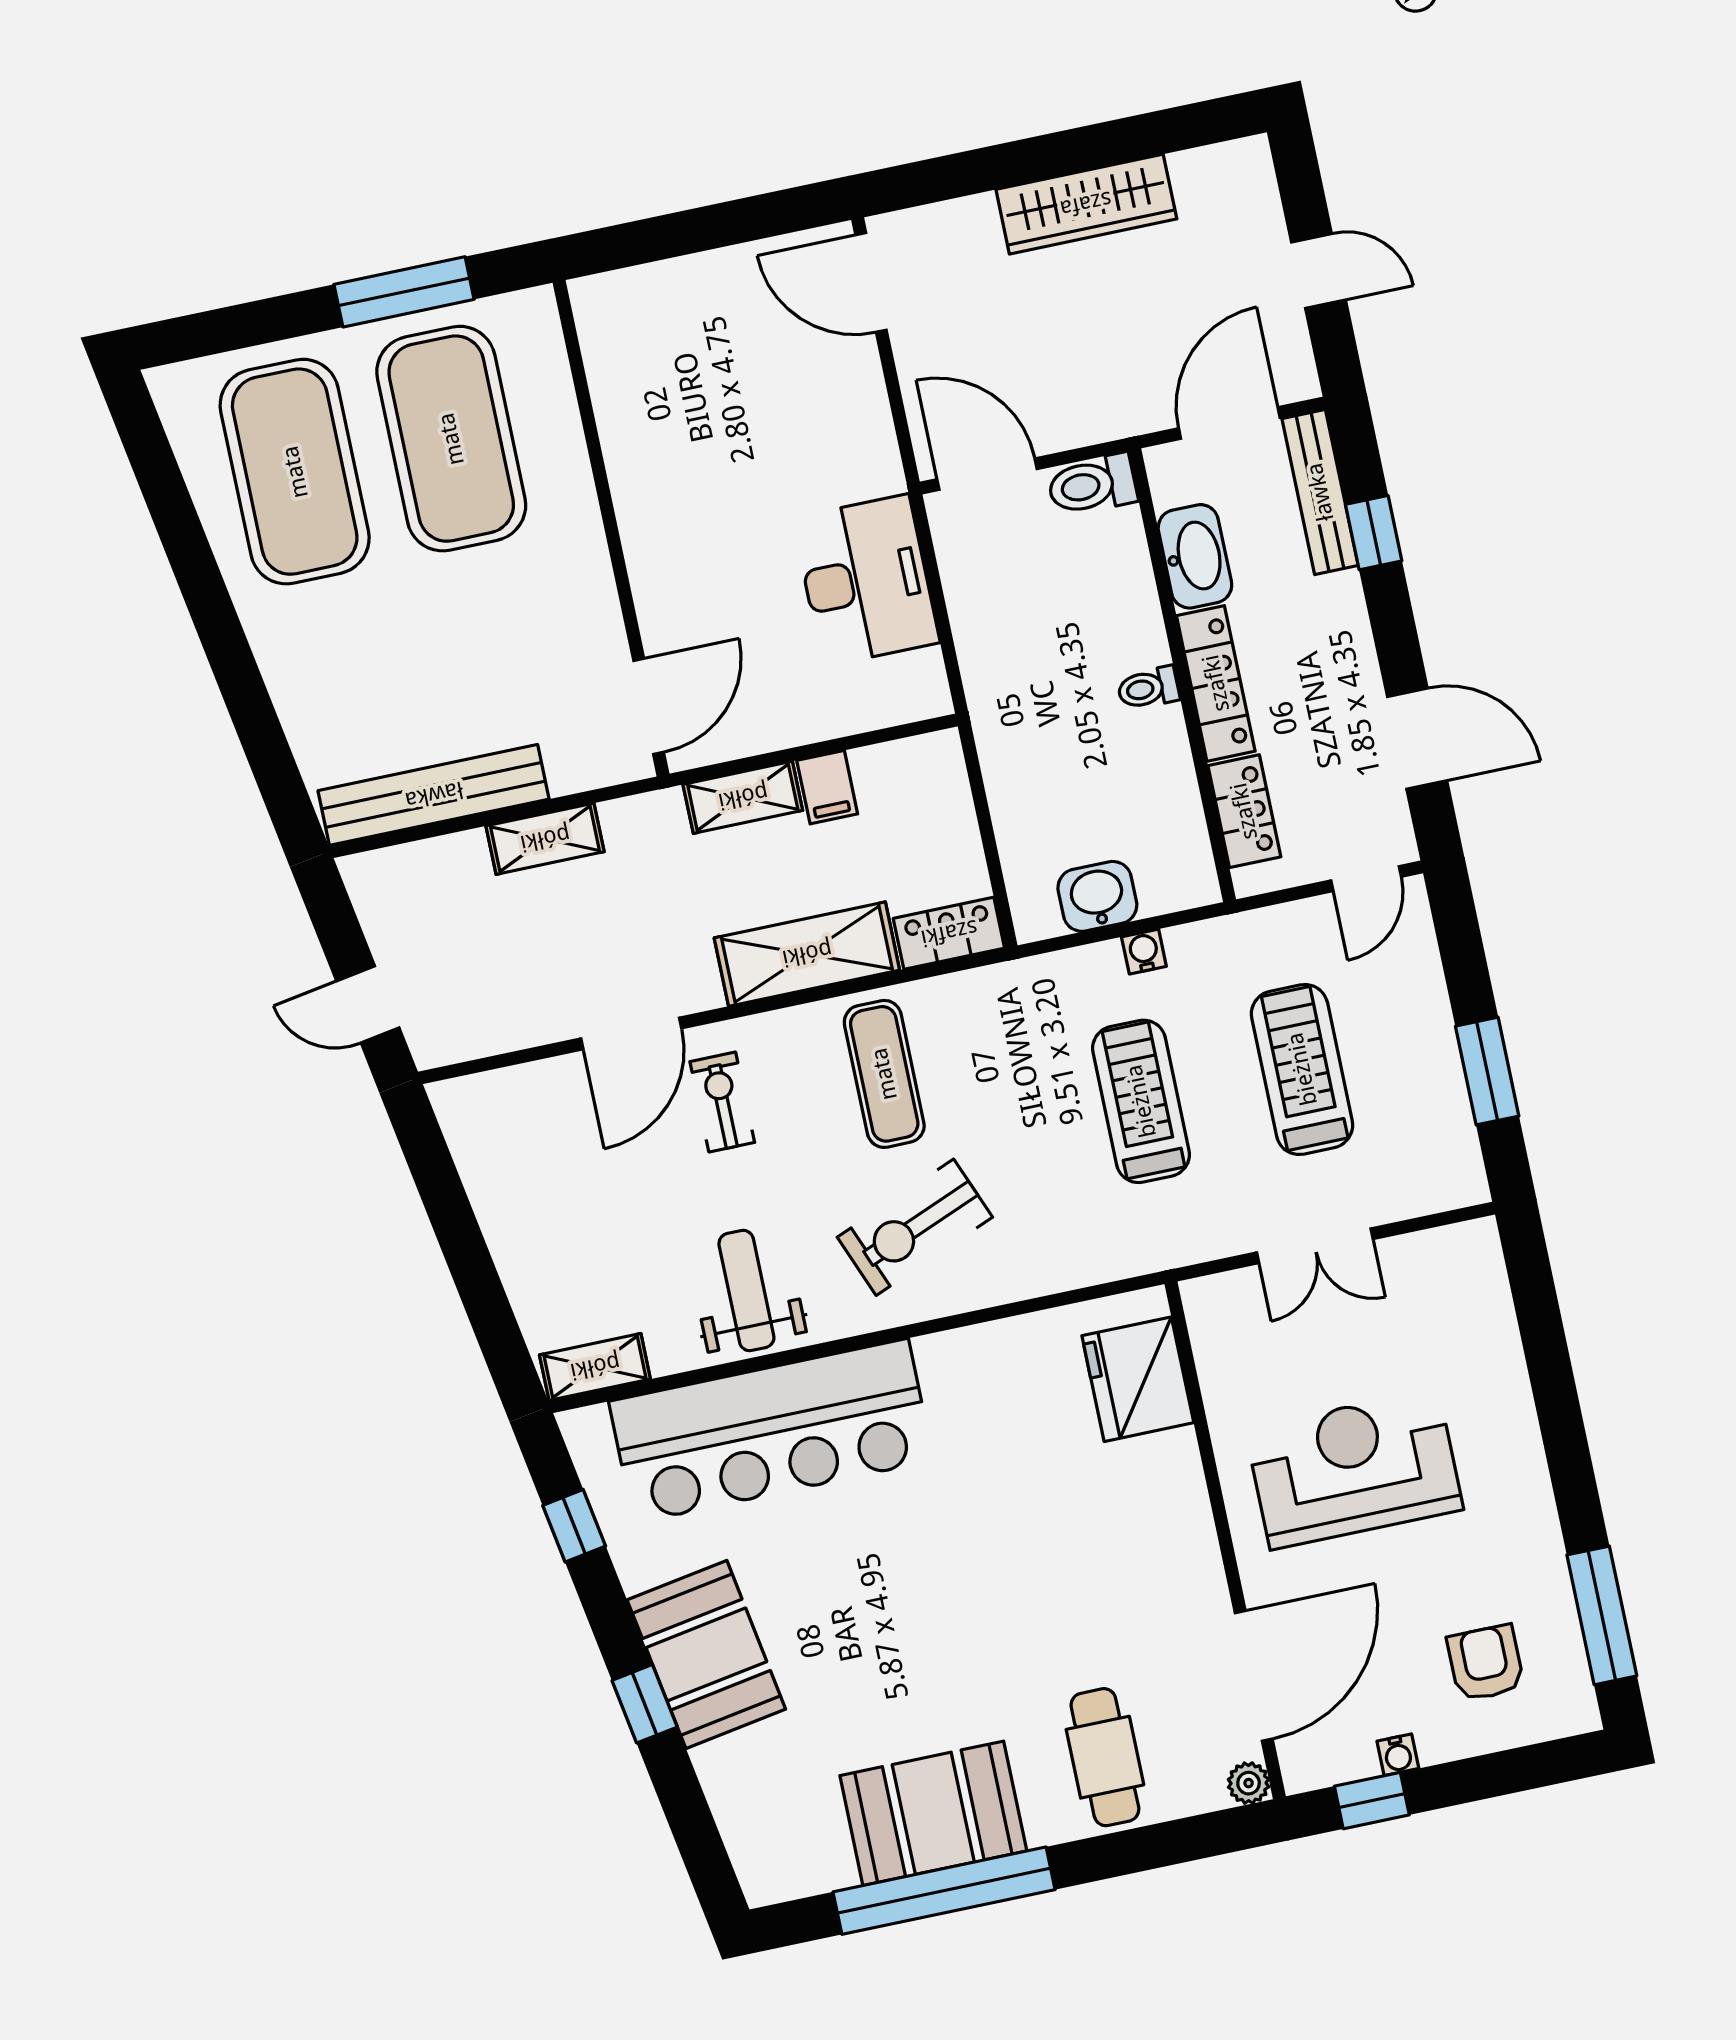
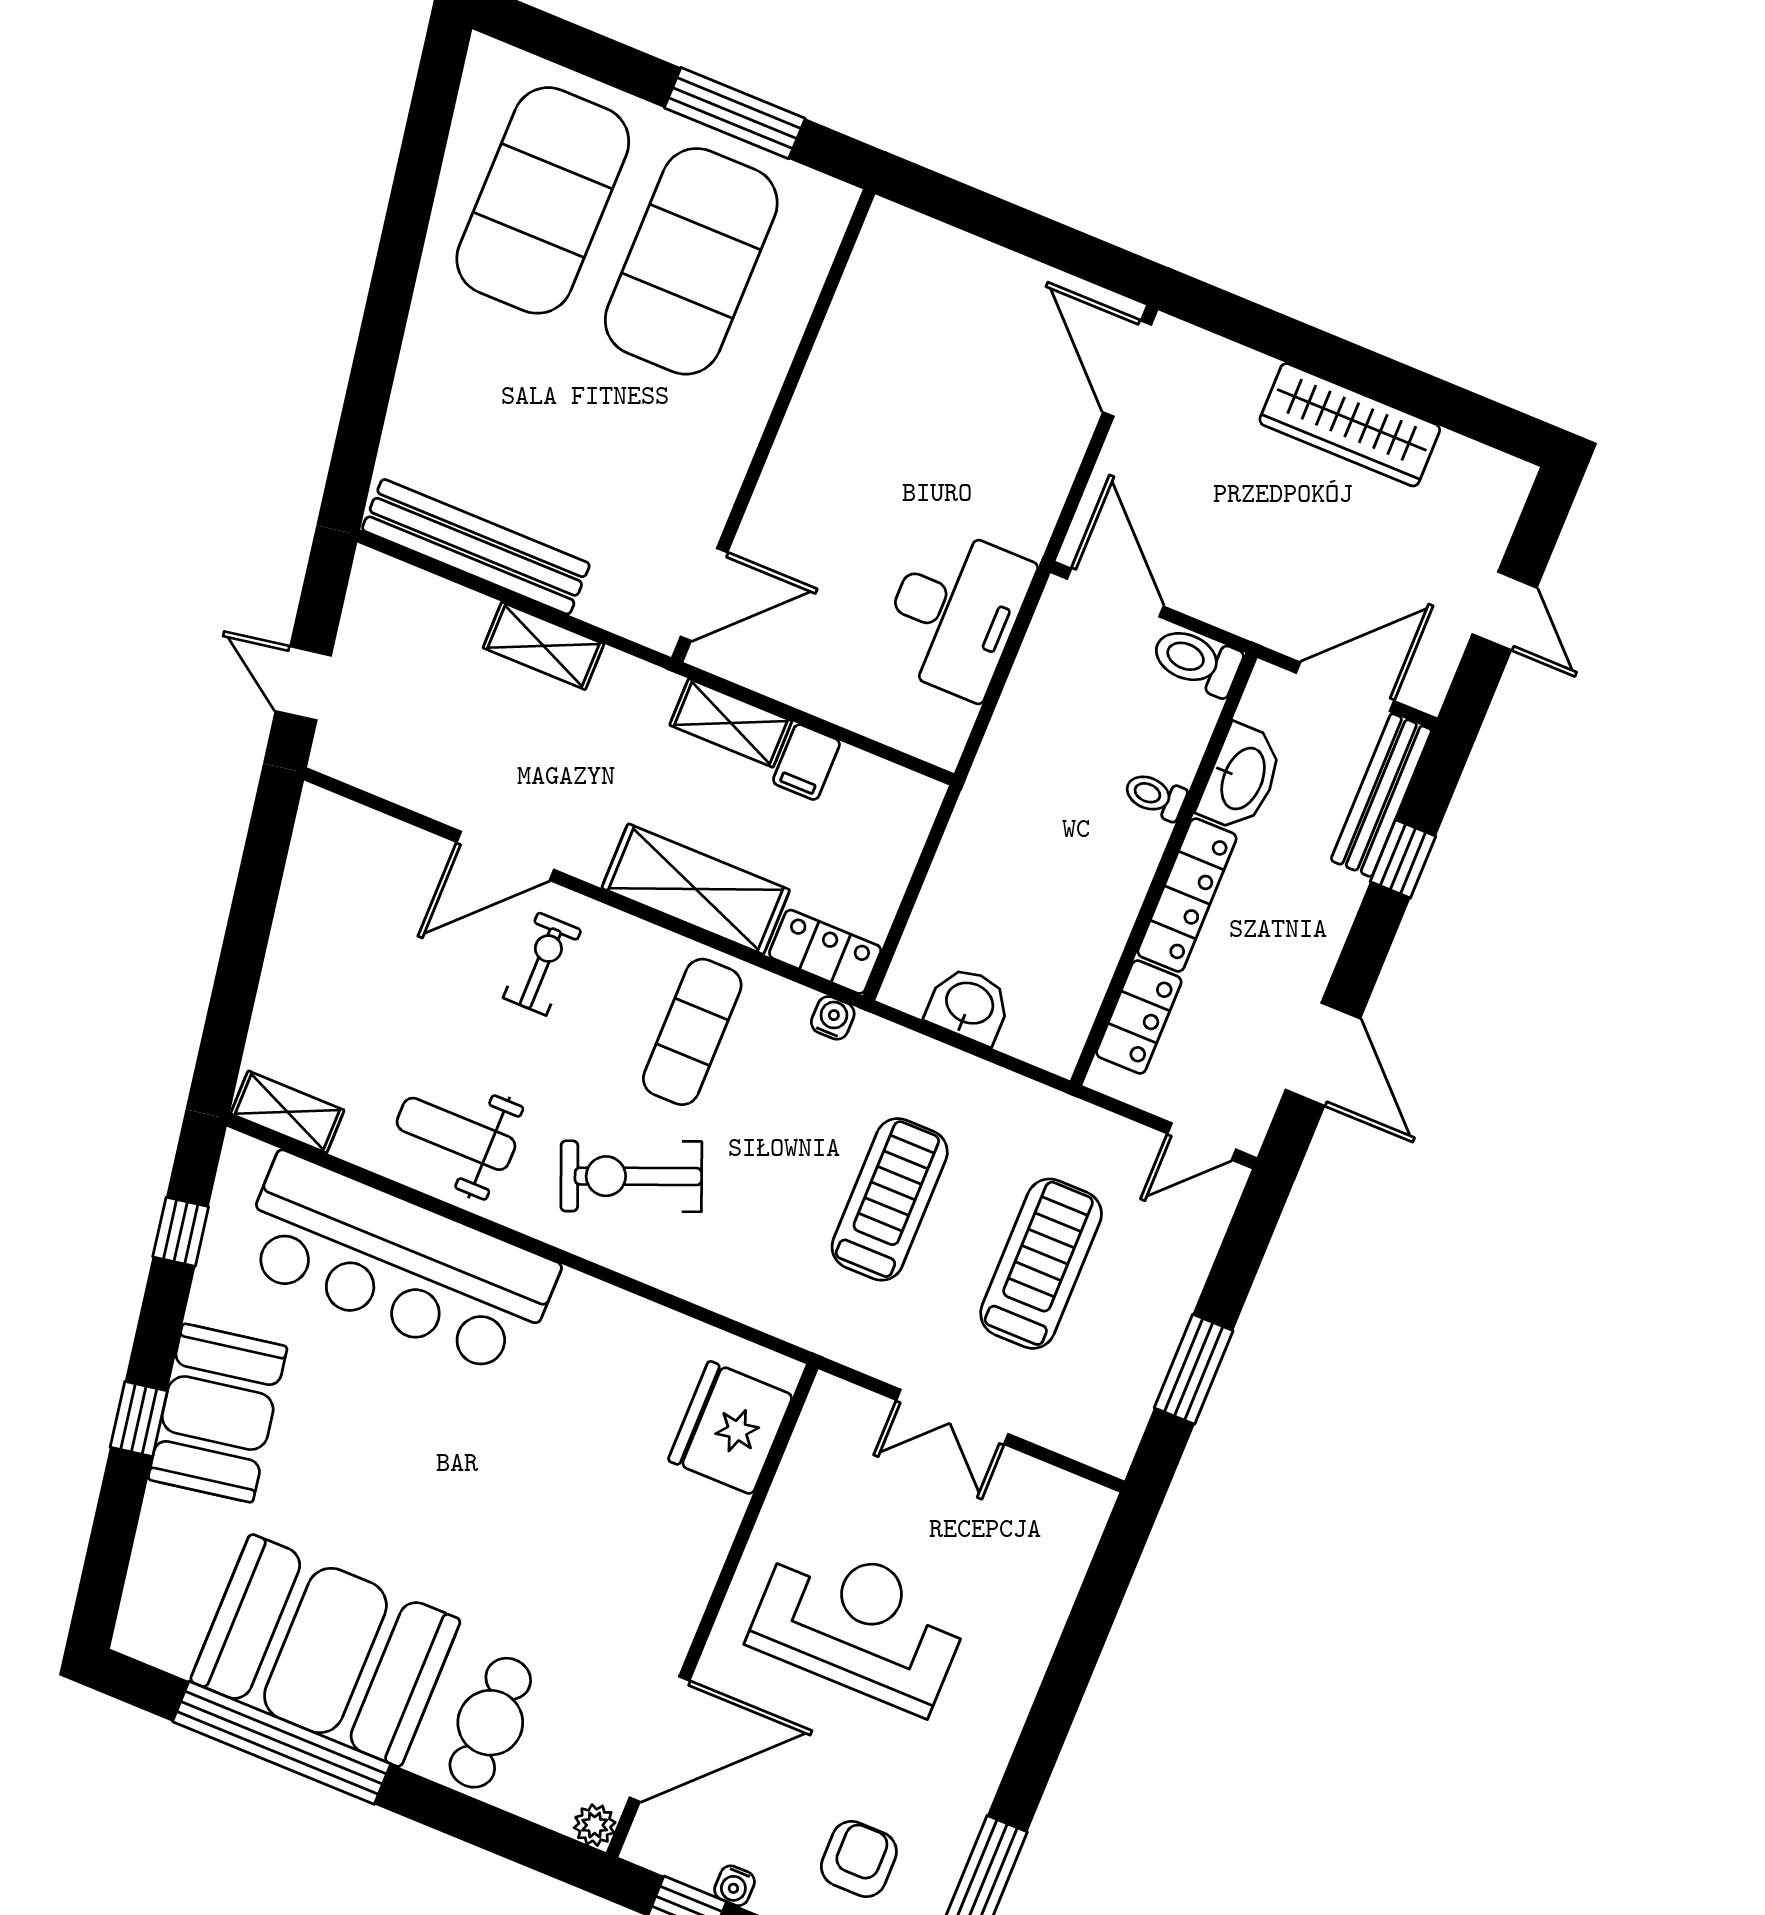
toilet: (1148, 688) -> (1155, 796), moved
water cooler: (1144, 952) -> (833, 1018), moved
weight bench: (746, 1291) -> (456, 1134), turned -90
booth: (933, 1813) -> (325, 1650), width x1.36, depth x1.42

